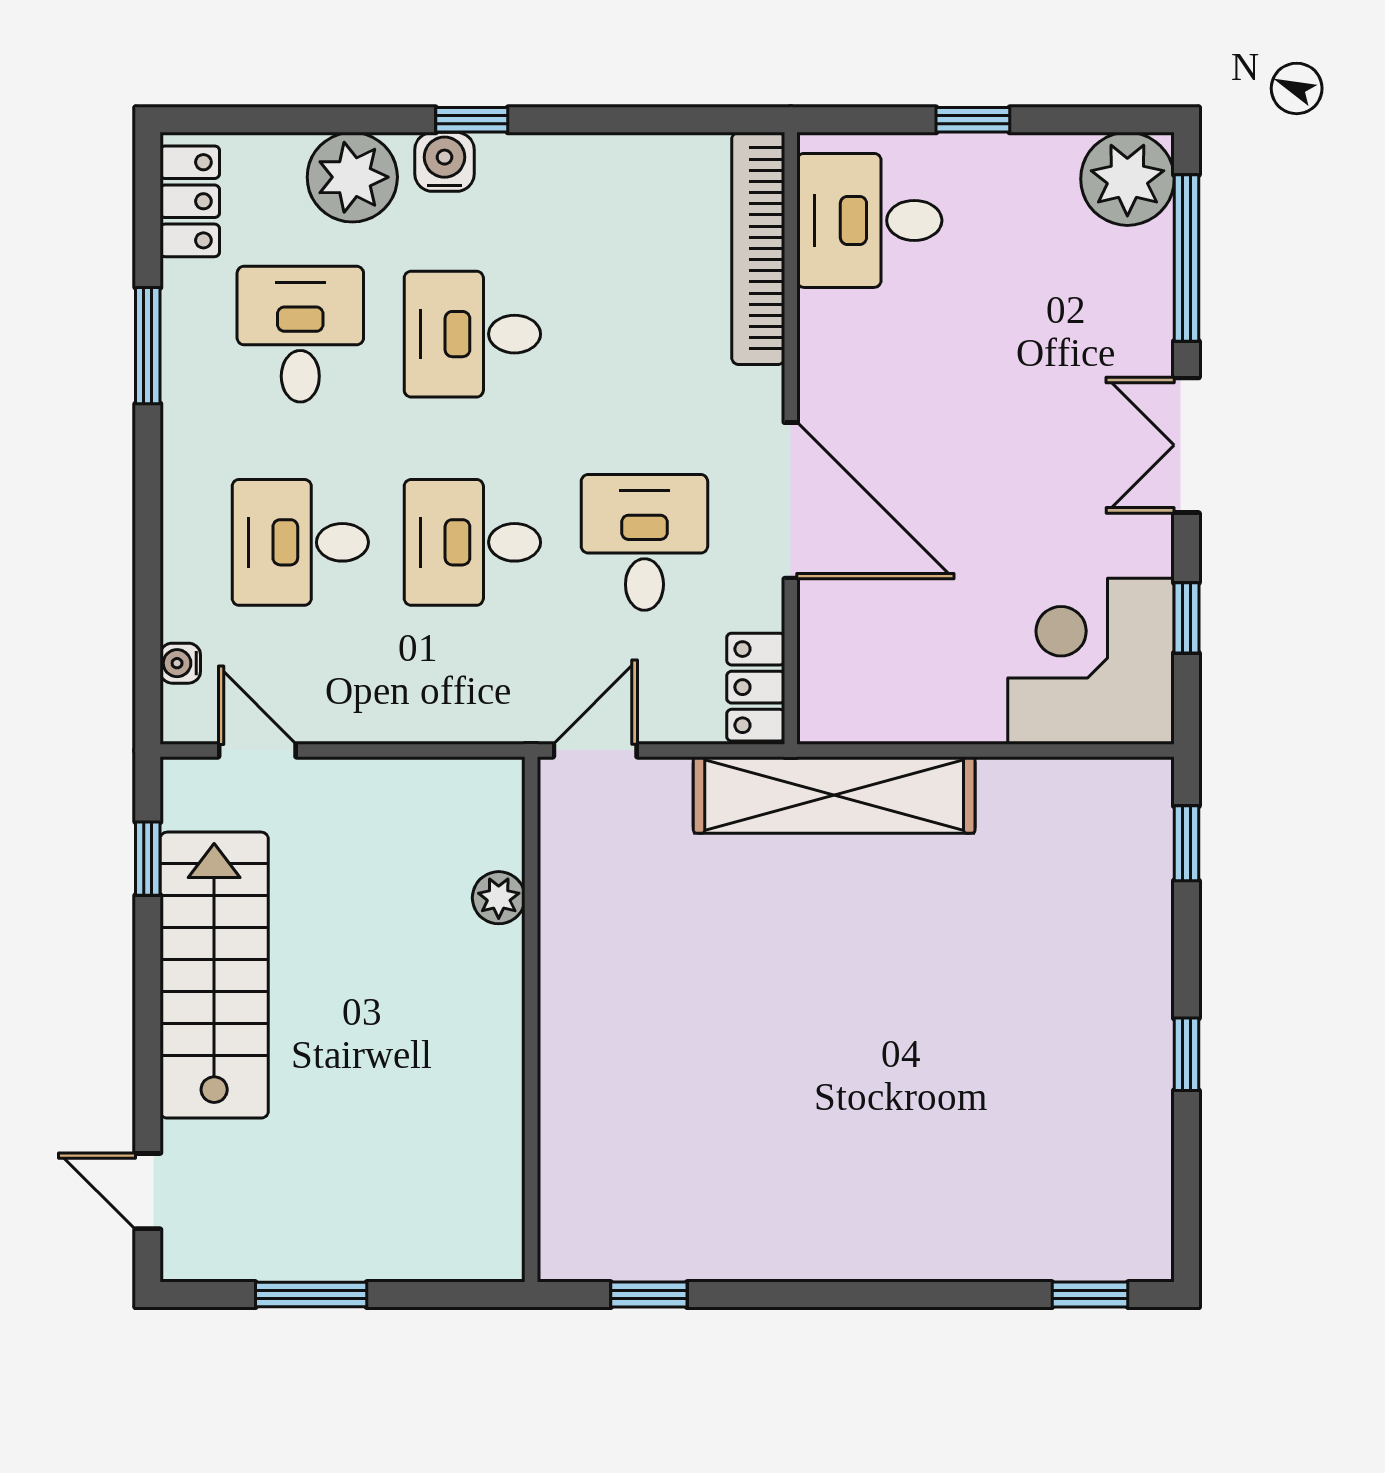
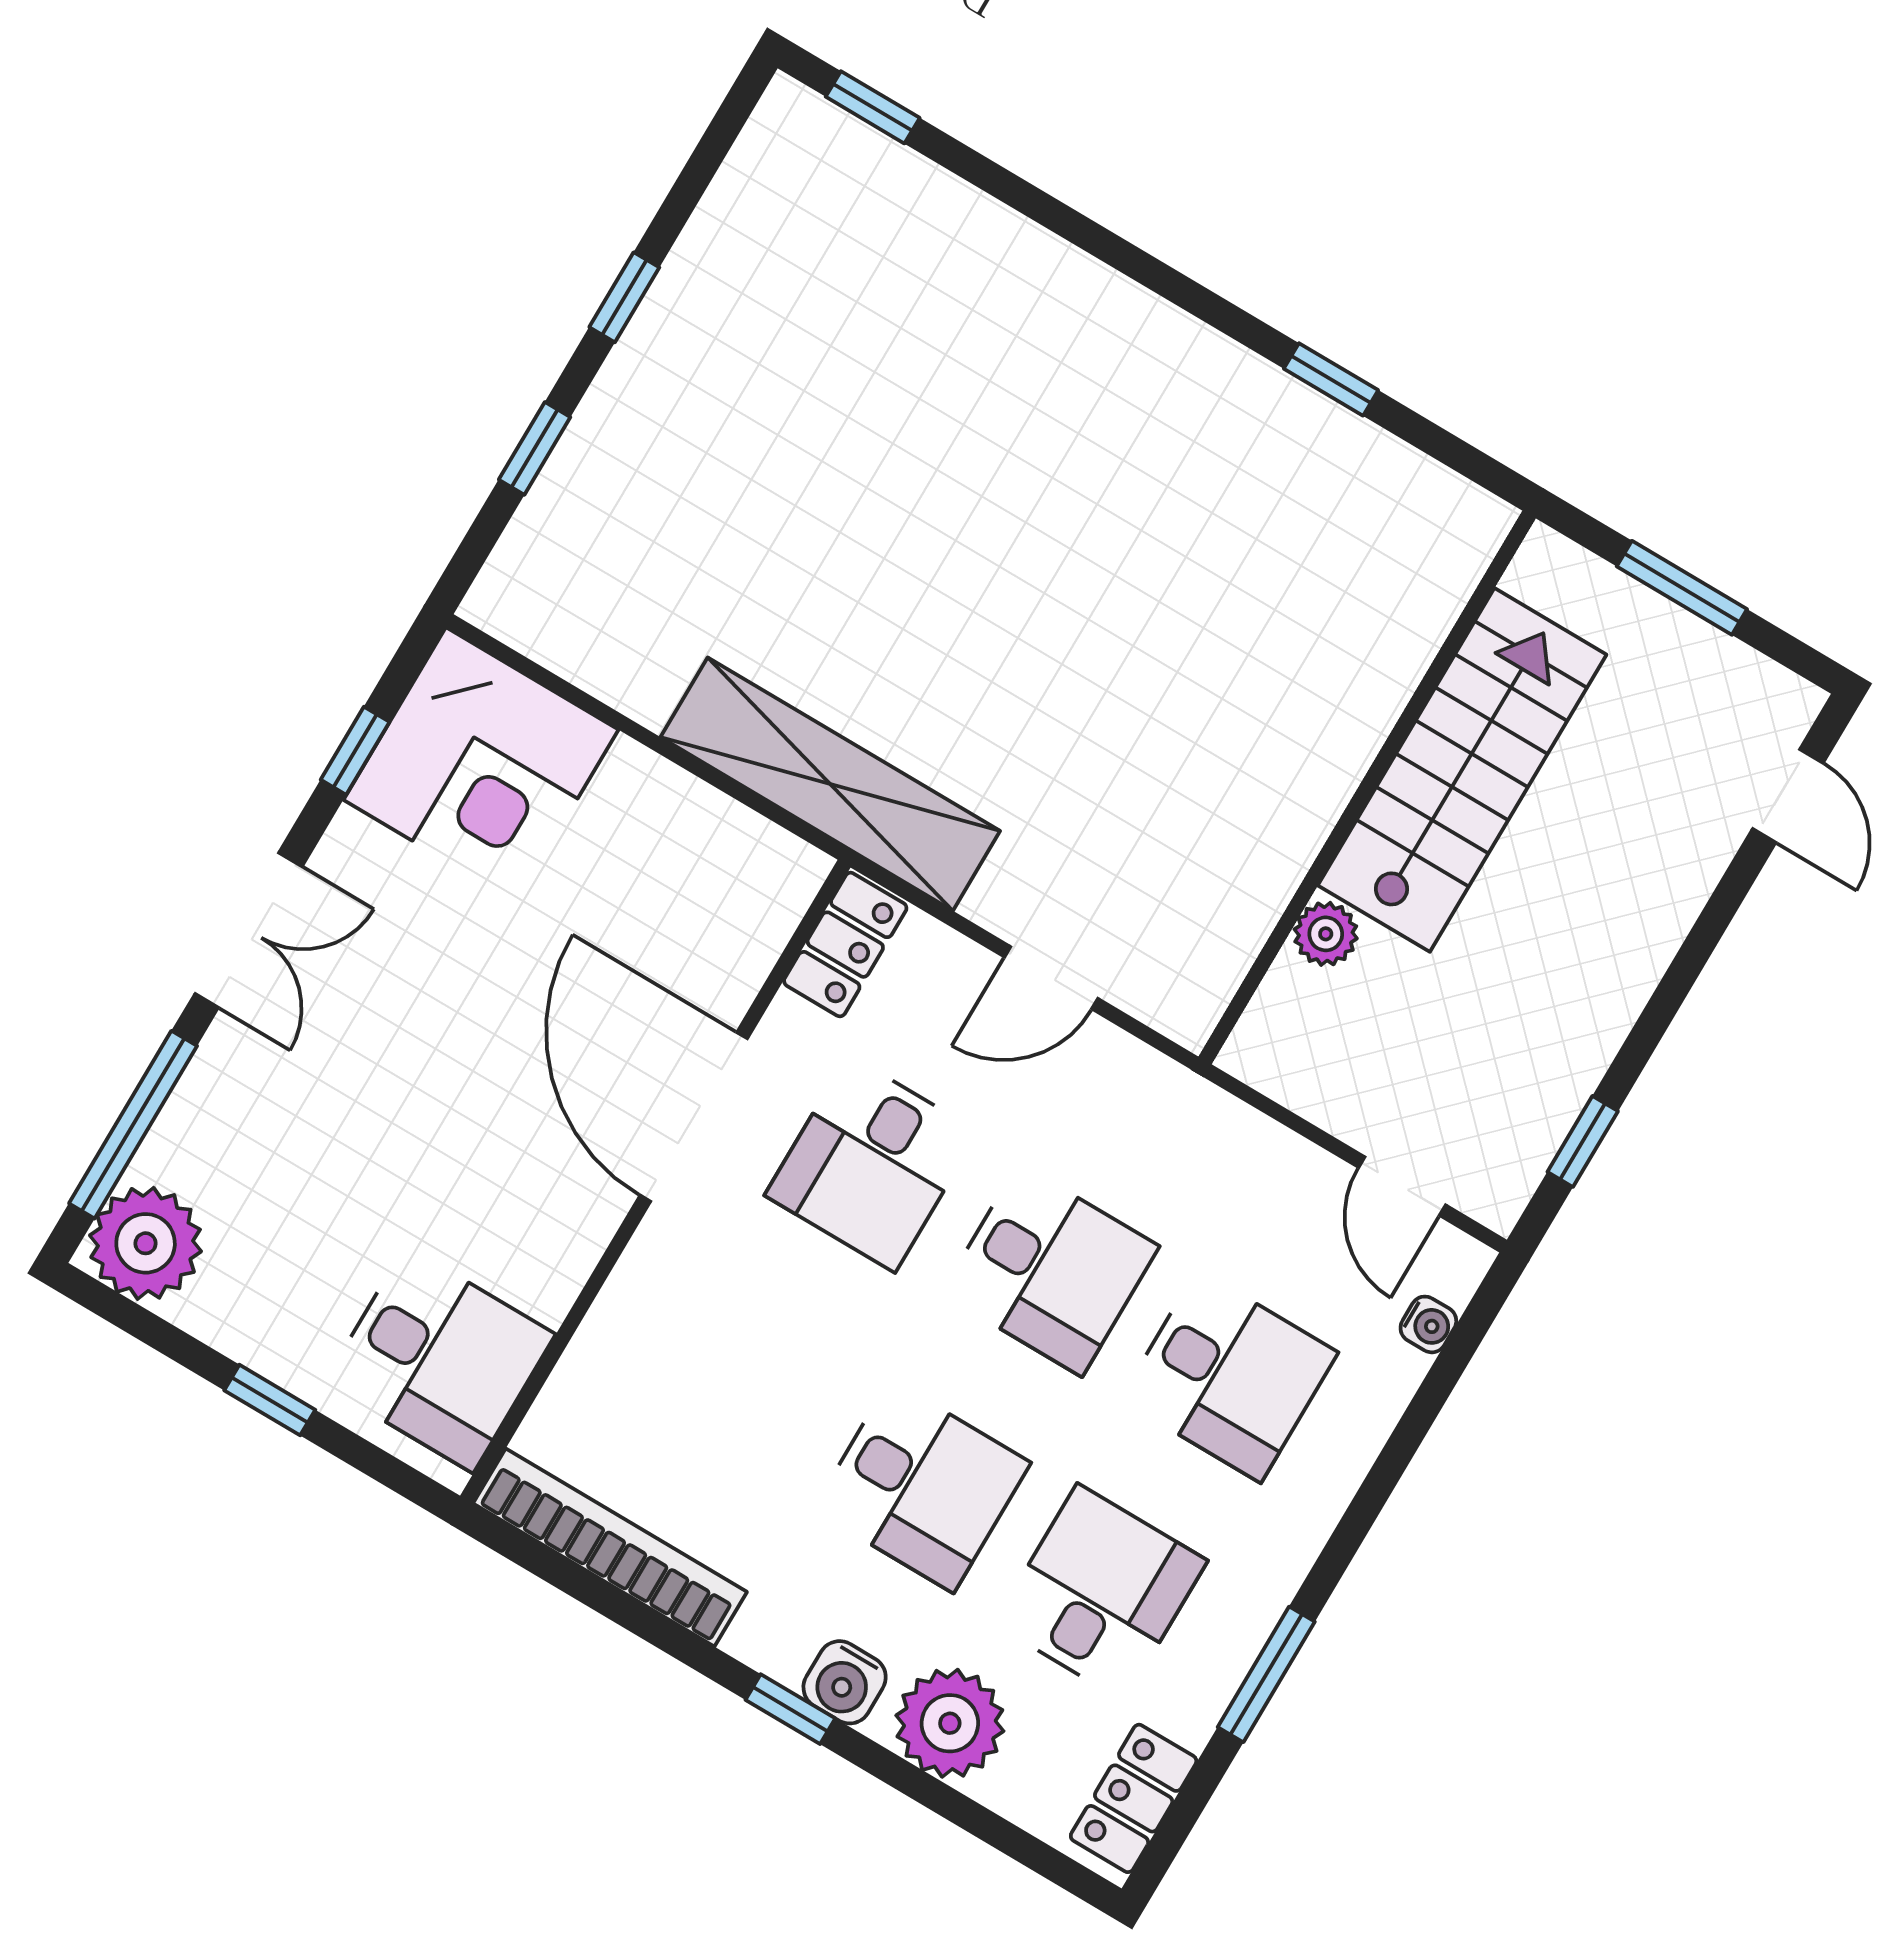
bookcase: (758, 248) -> (610, 1548), moved, turned -90
desk: (300, 334) -> (1101, 1592), turned 180
window: (1186, 843) -> (535, 448), moved
plant: (499, 898) -> (1326, 934), moved
stairs: (214, 975) -> (1462, 770), moved, turned 180
wall: (531, 1019) -> (1367, 787), moved

